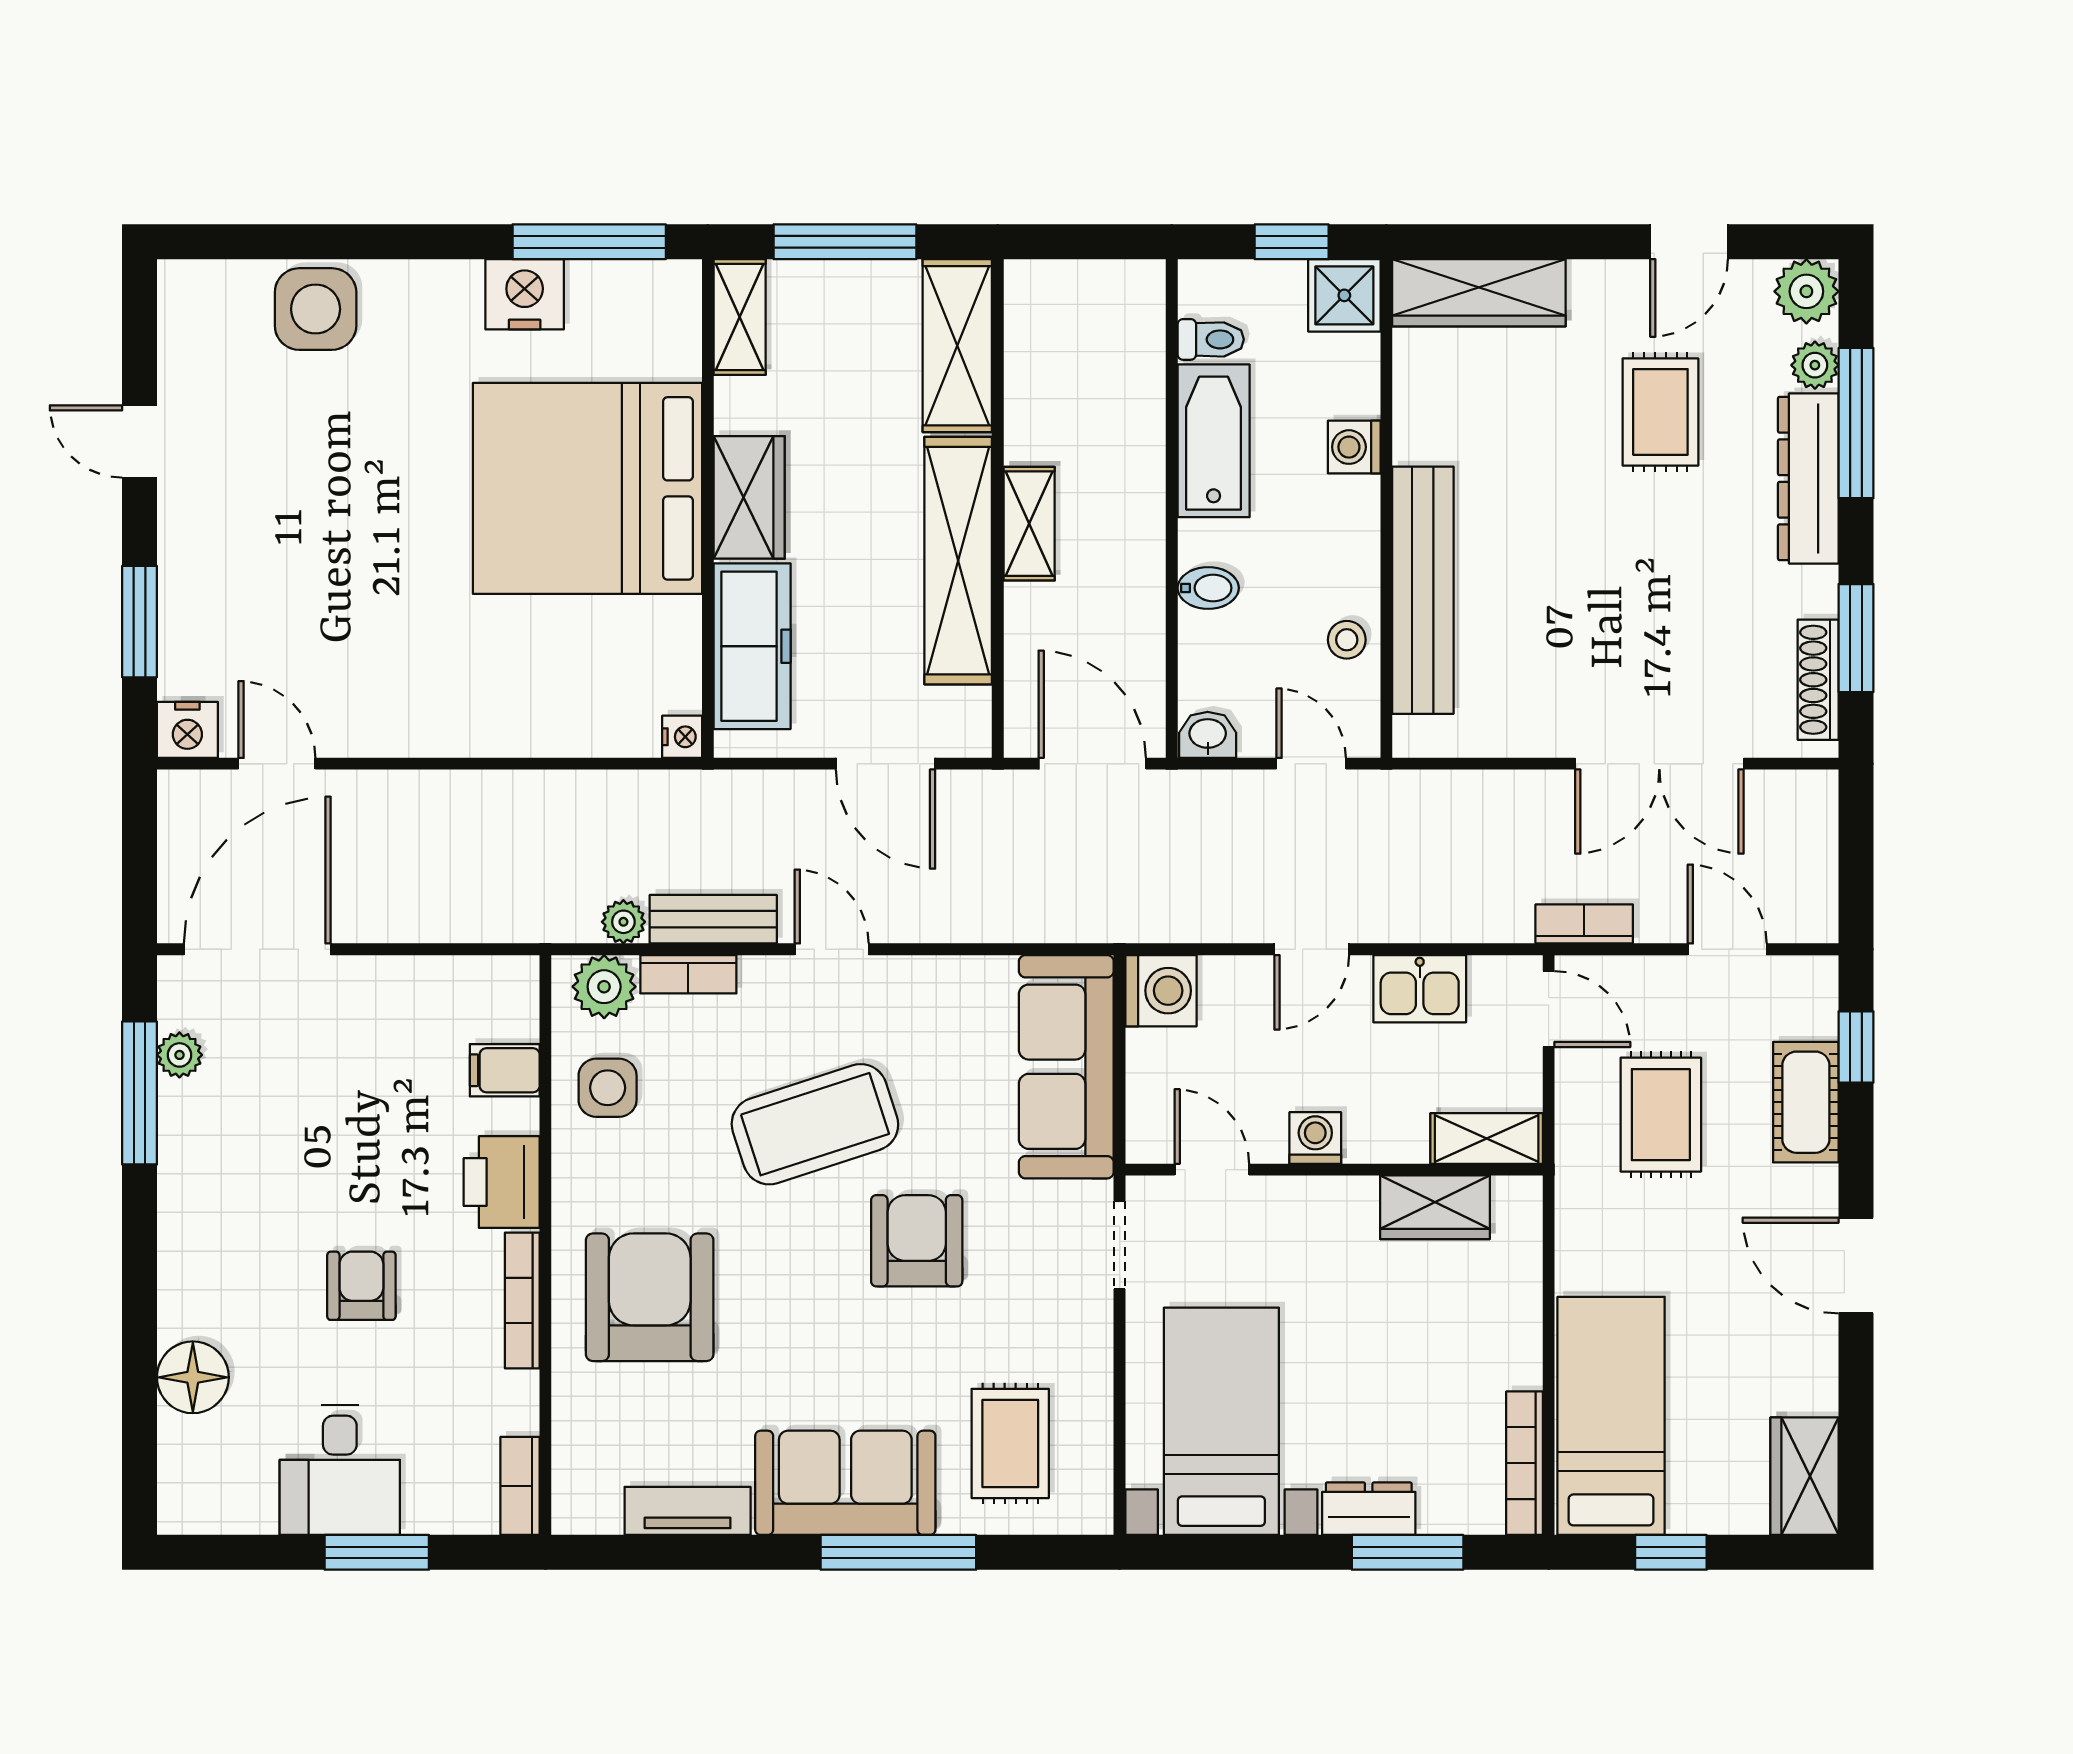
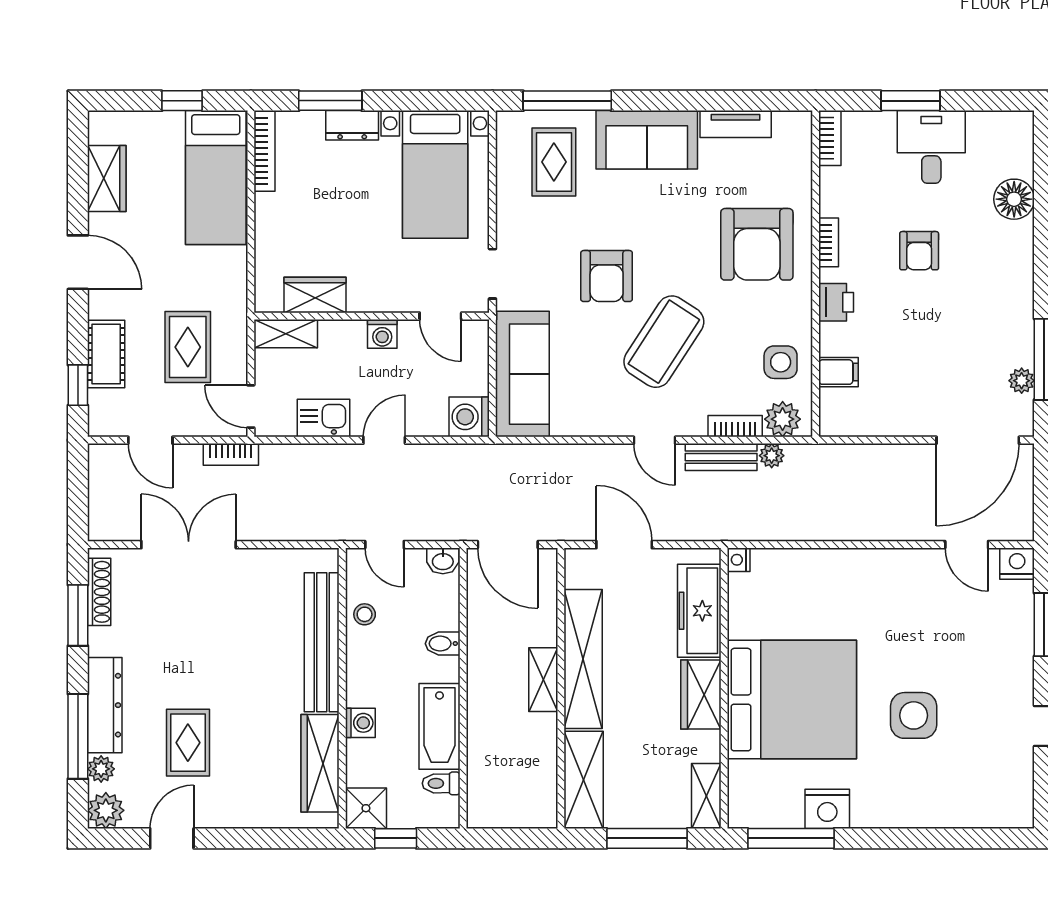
wardrobe: (1479, 293) -> (320, 763), moved, turned -90
side table: (316, 309) -> (914, 715), moved
coffee table: (815, 1124) -> (664, 342), turned -39
printer: (502, 1182) -> (836, 302), width x0.73, depth x0.81
bookcase: (522, 1300) -> (829, 242), width x0.64
wardrobe: (1805, 1476) -> (107, 179), moved
window: (898, 1552) -> (567, 101), moved

